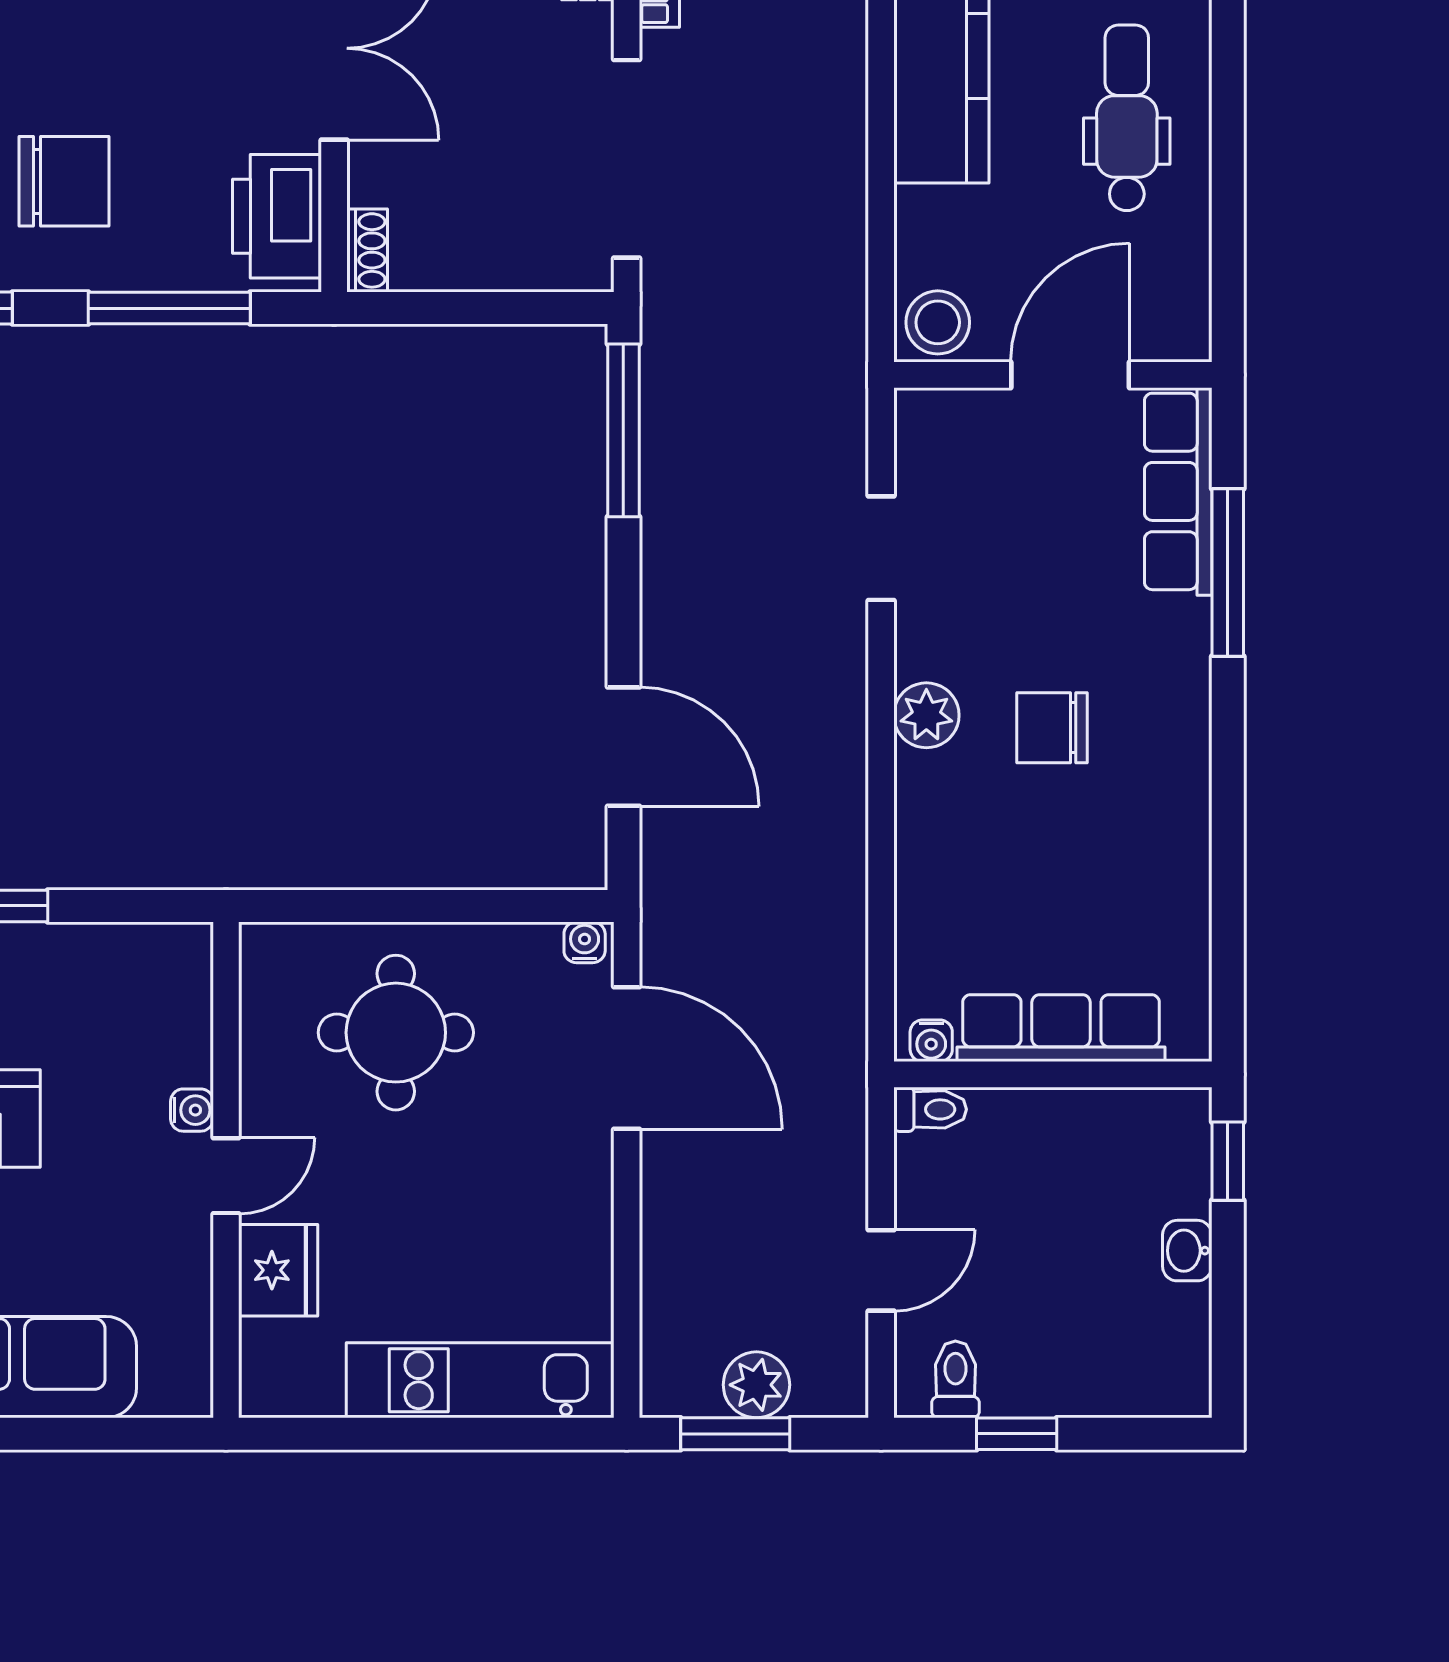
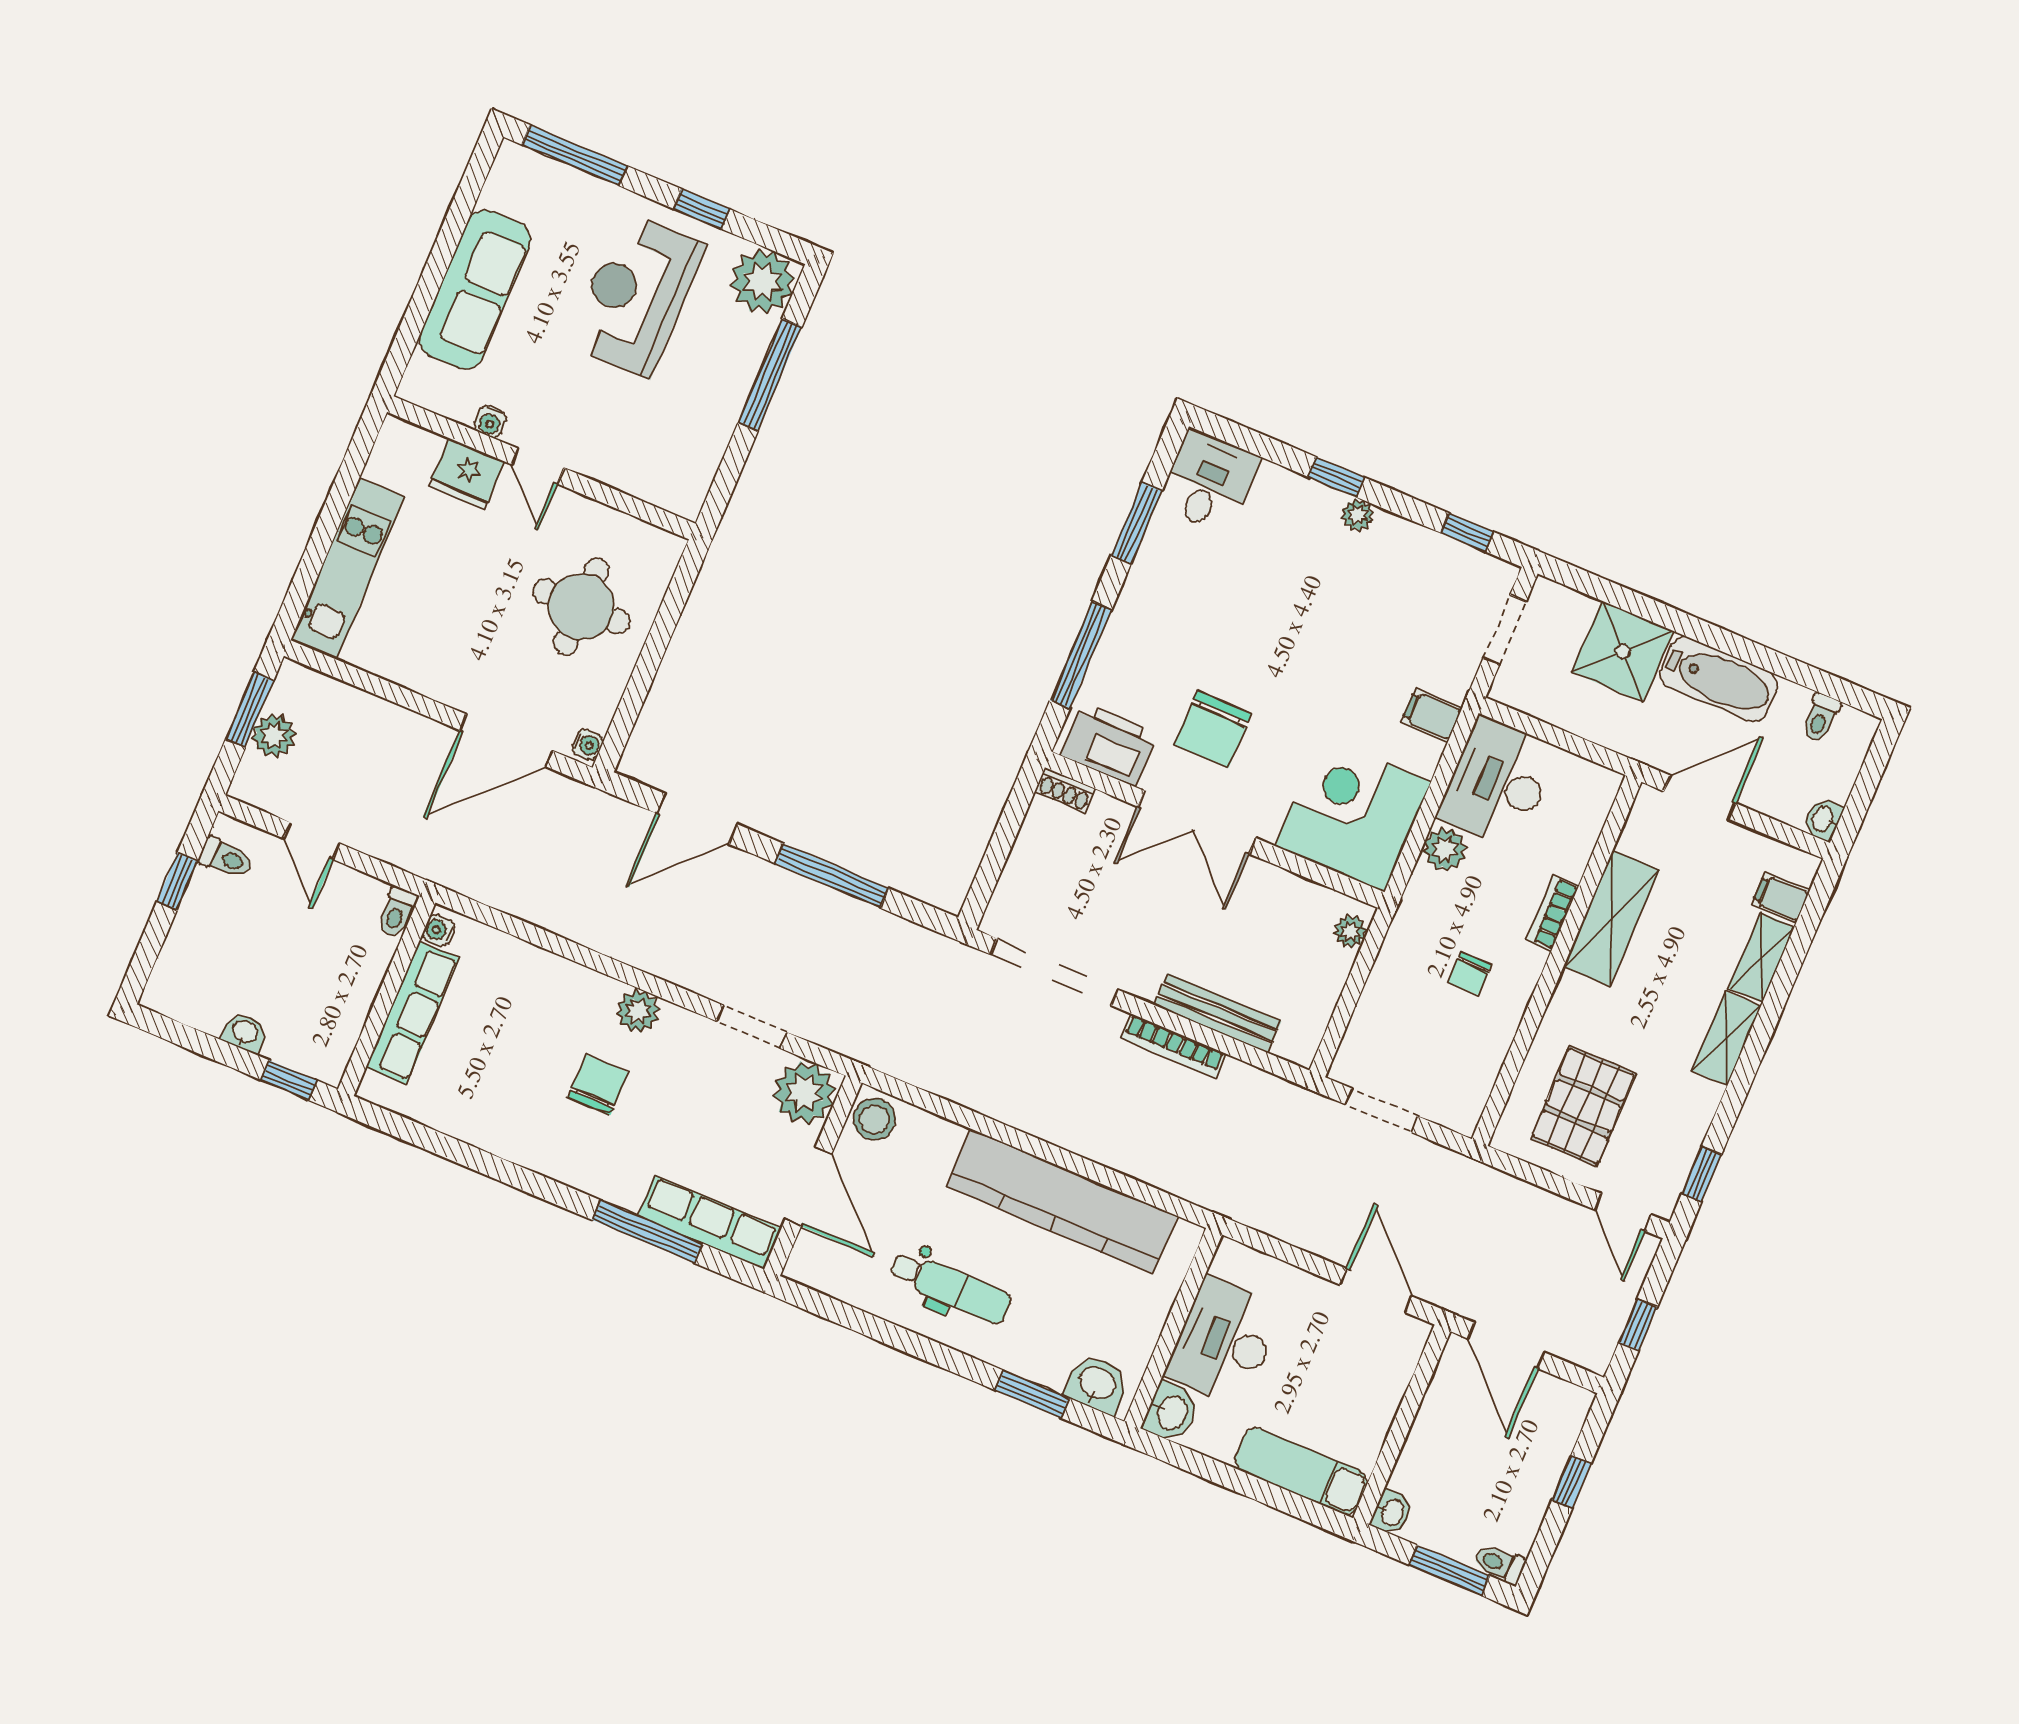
chair: (64, 181) -> (1213, 729), moved
window: (623, 430) -> (832, 876), moved
plant: (942, 436) -> (804, 1093), added
water cooler: (192, 1110) -> (490, 422), moved

